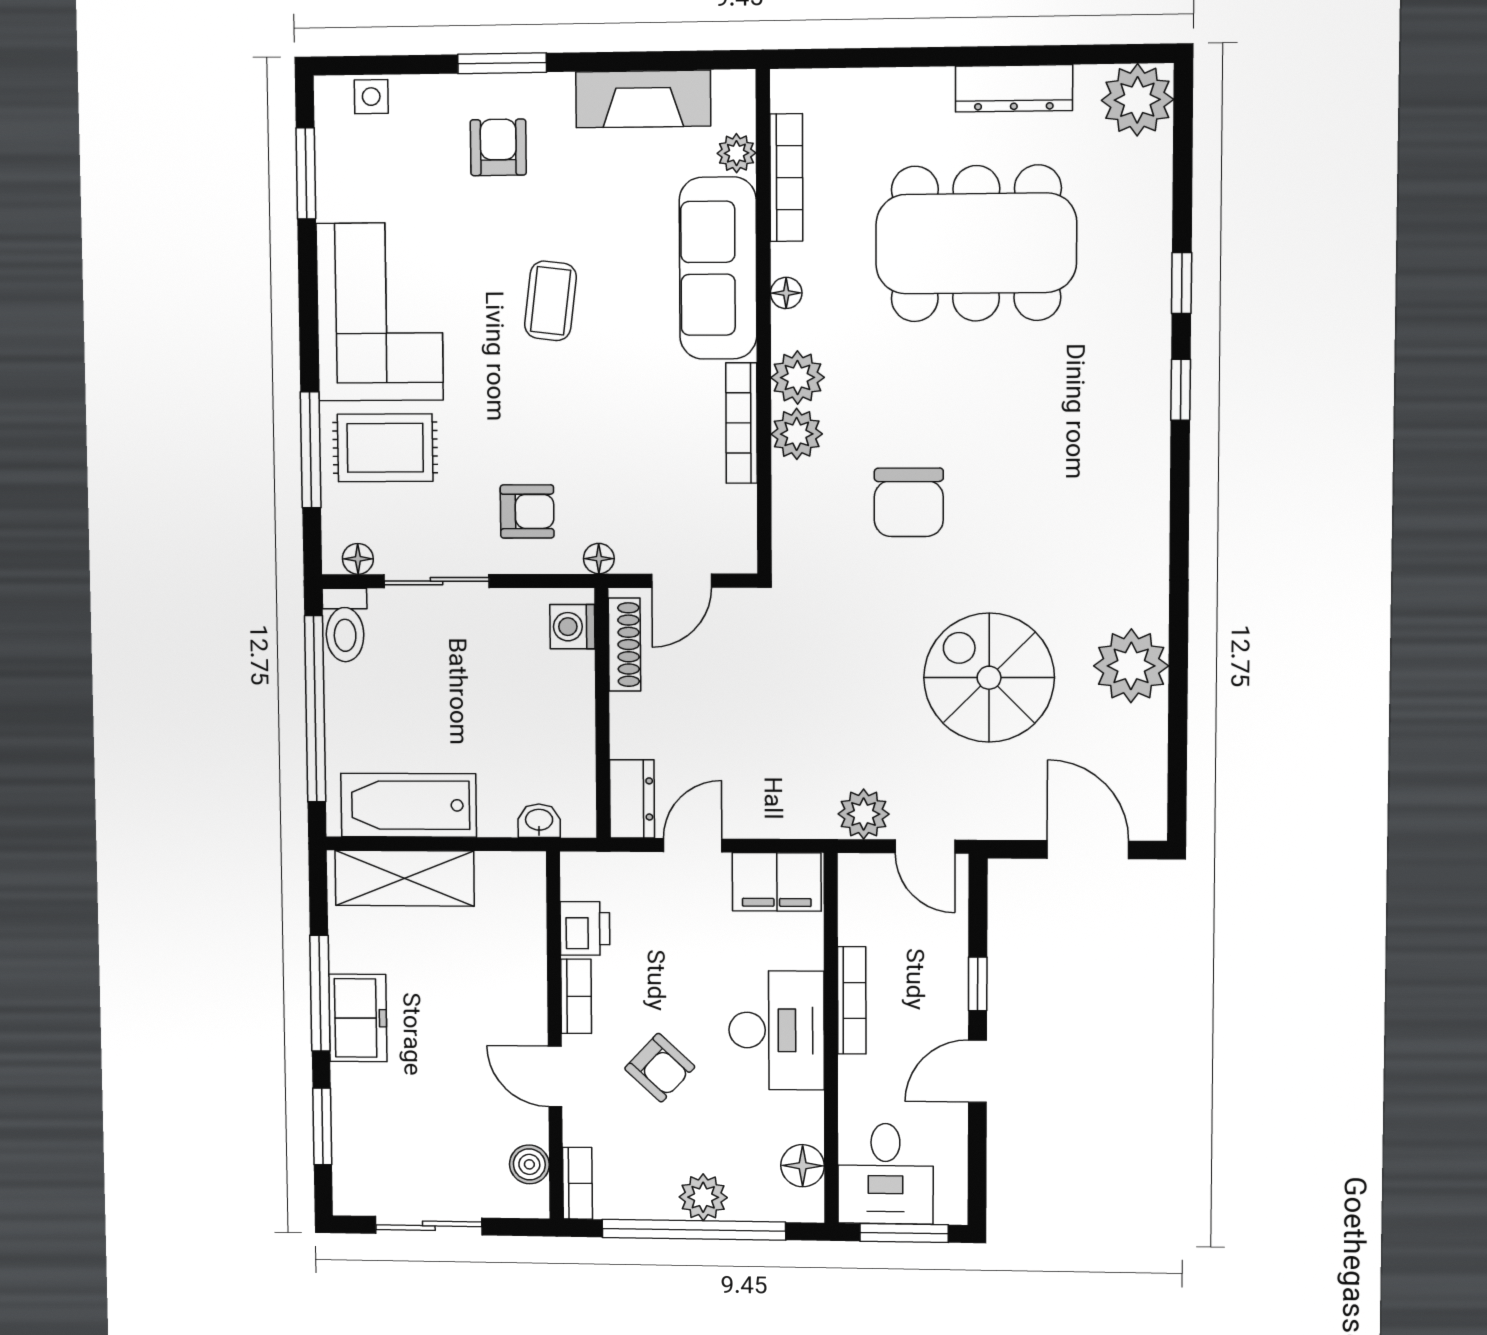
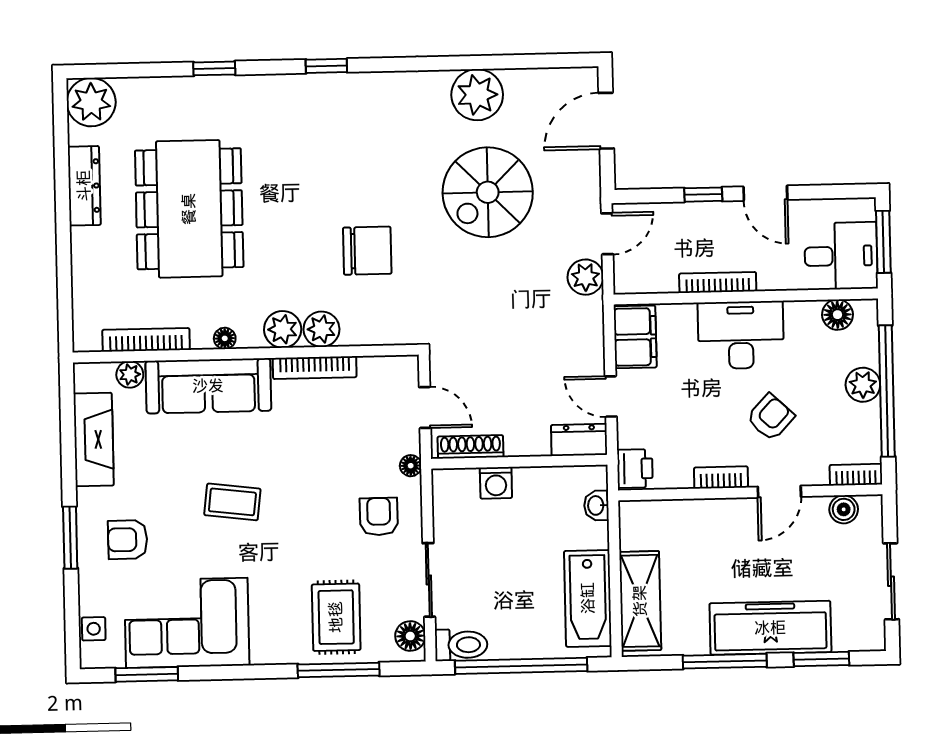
corner sofa: (380, 312) -> (187, 623), moved
window: (1181, 390) -> (326, 66), moved
floor lamp: (358, 559) -> (410, 636), width x1.37, depth x1.37
washing machine: (572, 627) -> (496, 483), moved
printer: (585, 928) -> (635, 469), moved, turned 90
freezer: (358, 1018) -> (770, 628), width x1.91, depth x1.26

